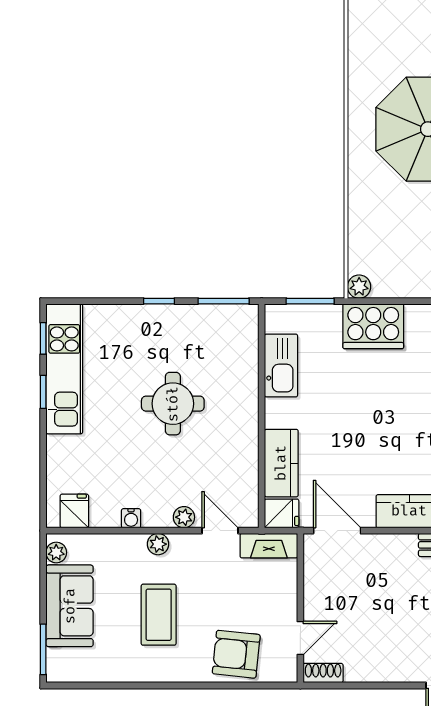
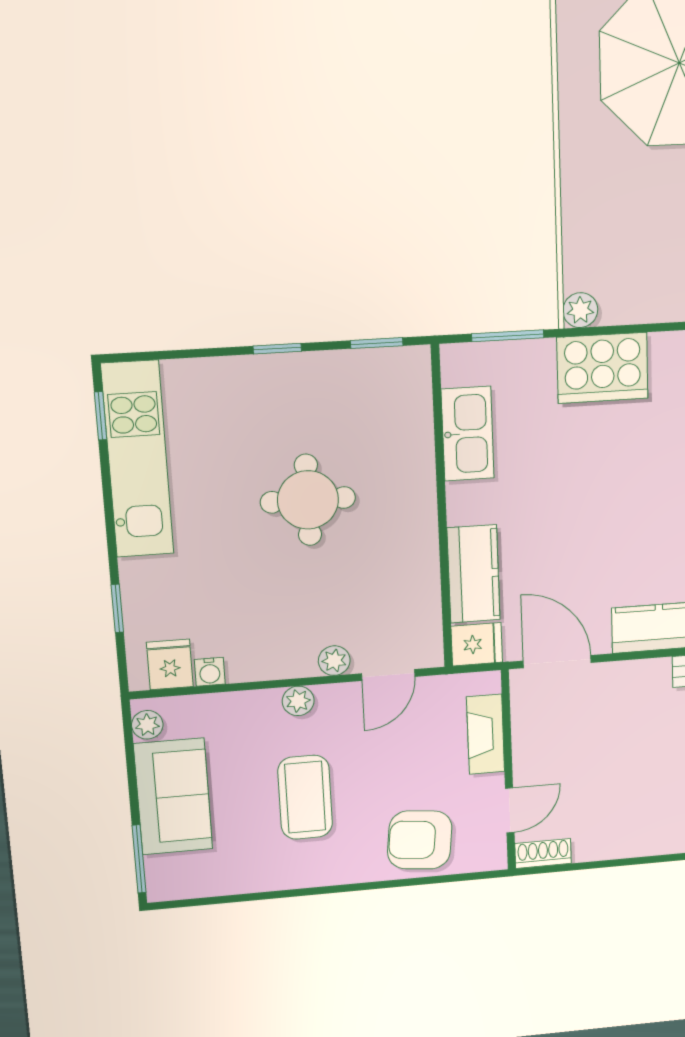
window: (224, 301) -> (377, 343), width x0.67
window: (43, 392) -> (117, 608), moved
water cooler: (131, 518) -> (210, 672), moved
door: (220, 531) -> (388, 675), swing flipped
fireplace: (269, 546) -> (486, 734), moved, turned 90

